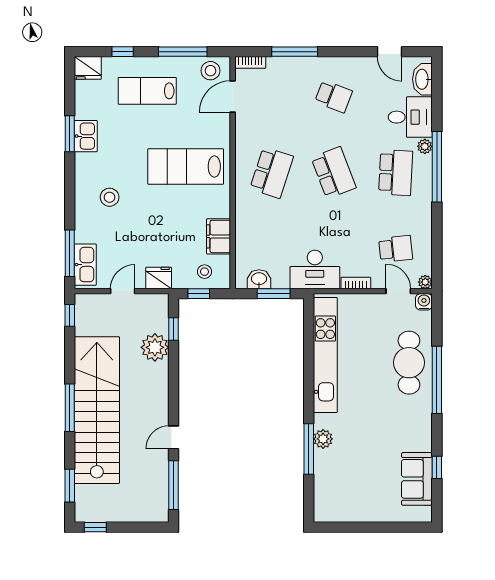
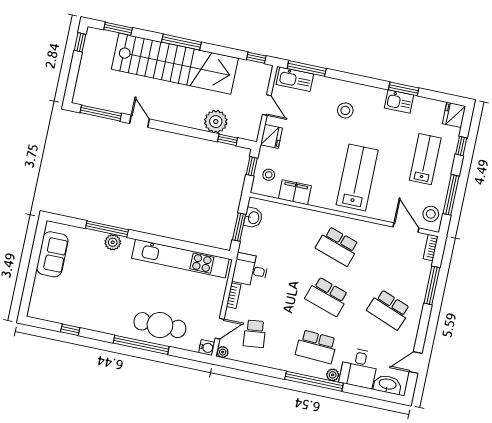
school desk: (334, 96) -> (389, 309), width x1.85
school desk: (334, 173) -> (327, 296), turned 39
desk: (315, 270) -> (250, 270), width x0.73
sofa: (417, 479) -> (52, 254), moved, turned 90

